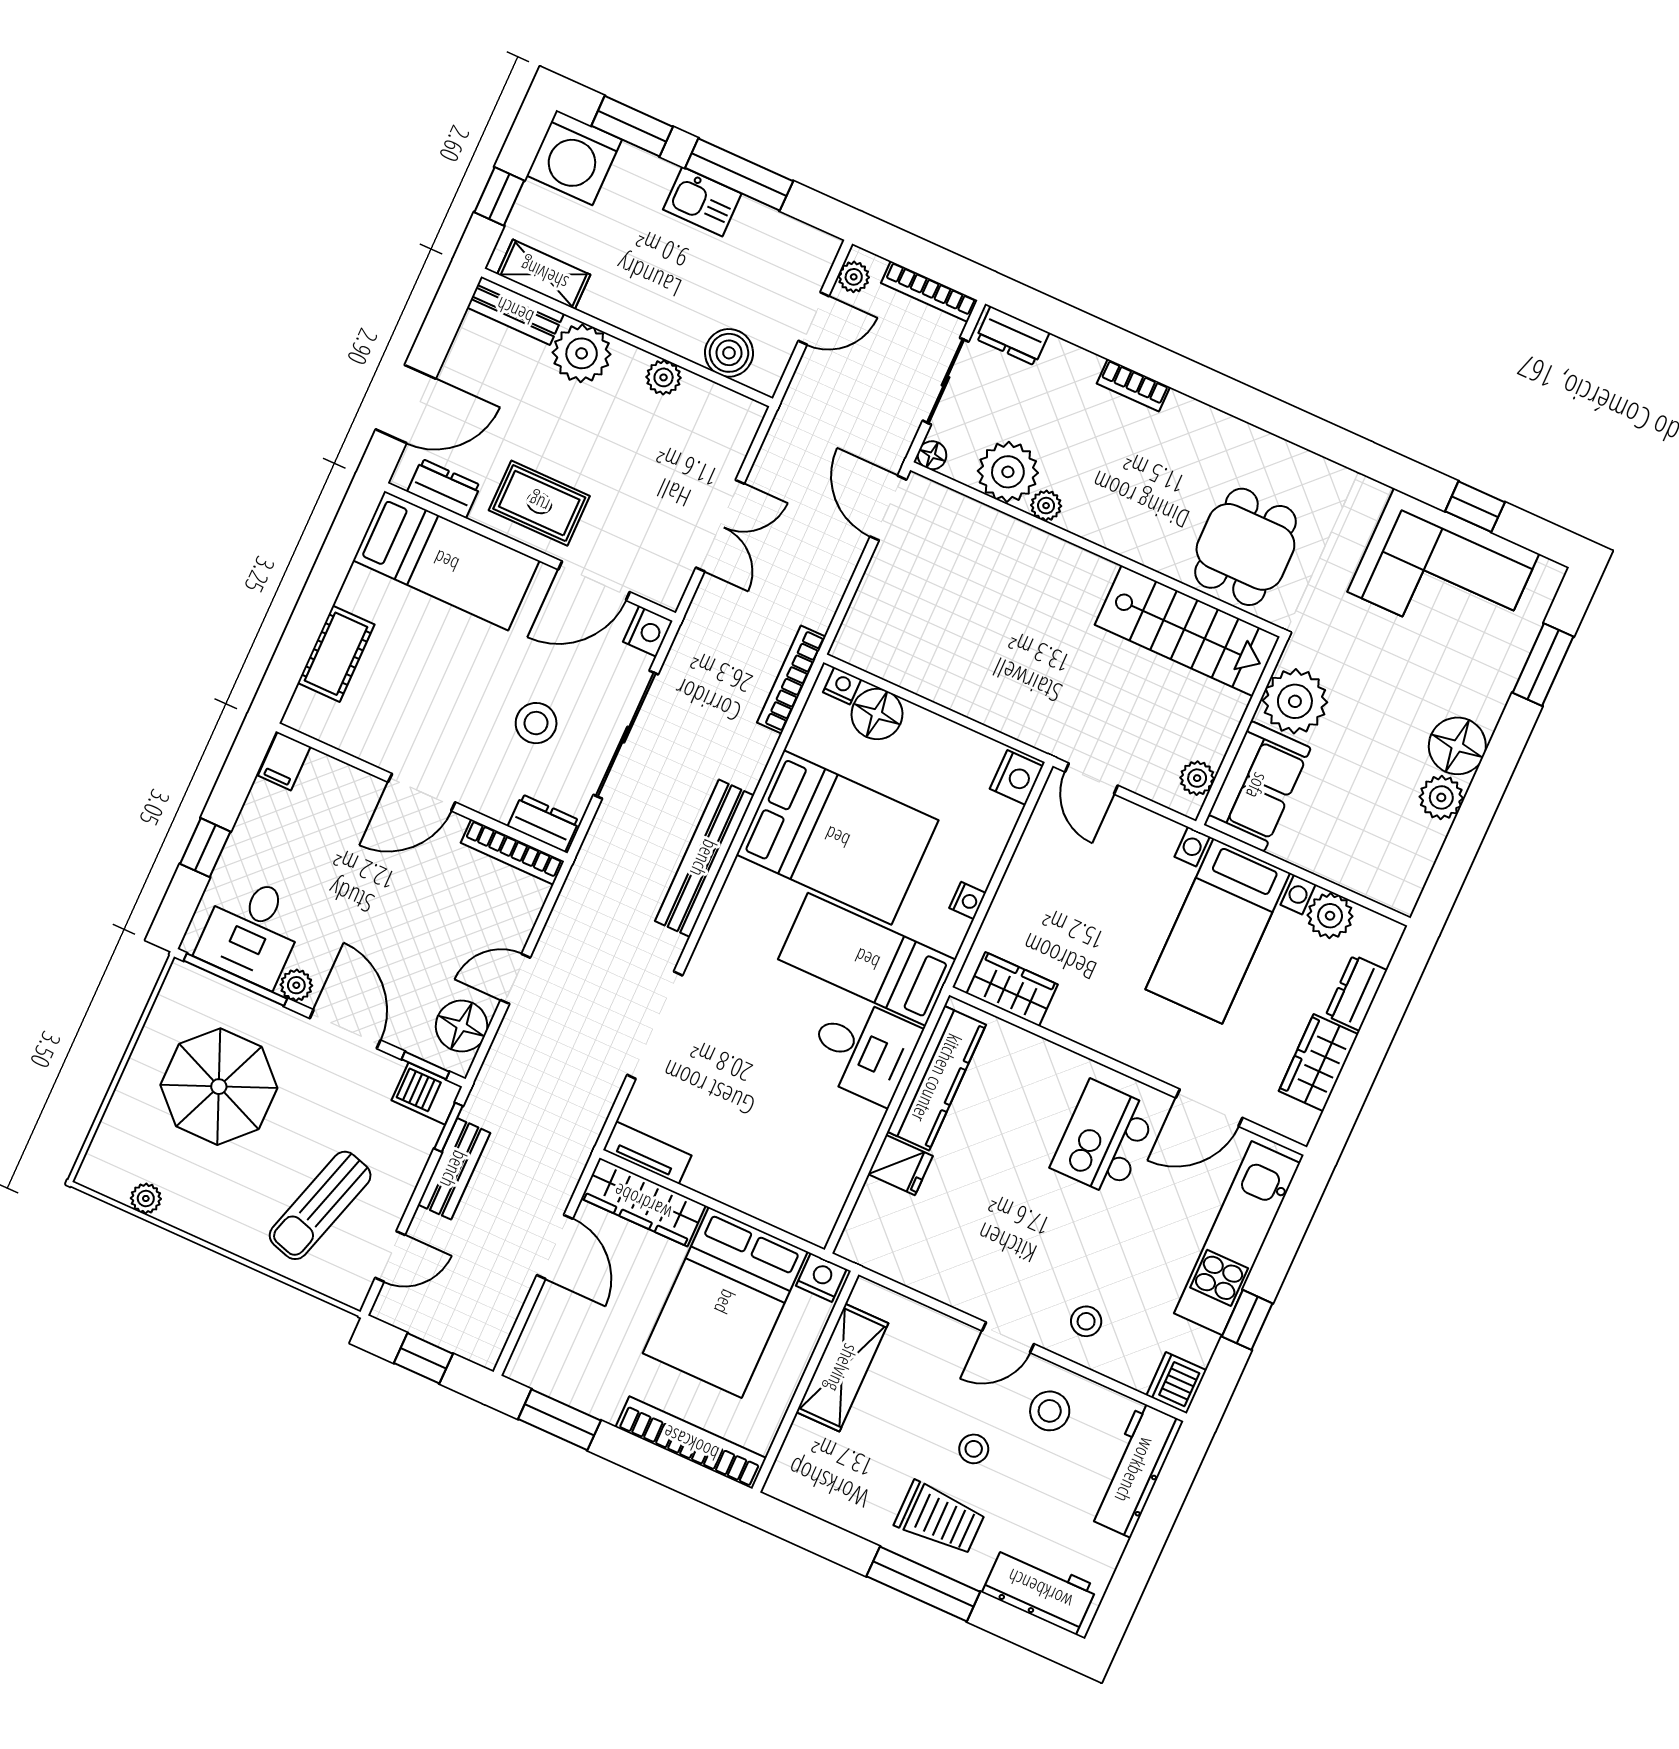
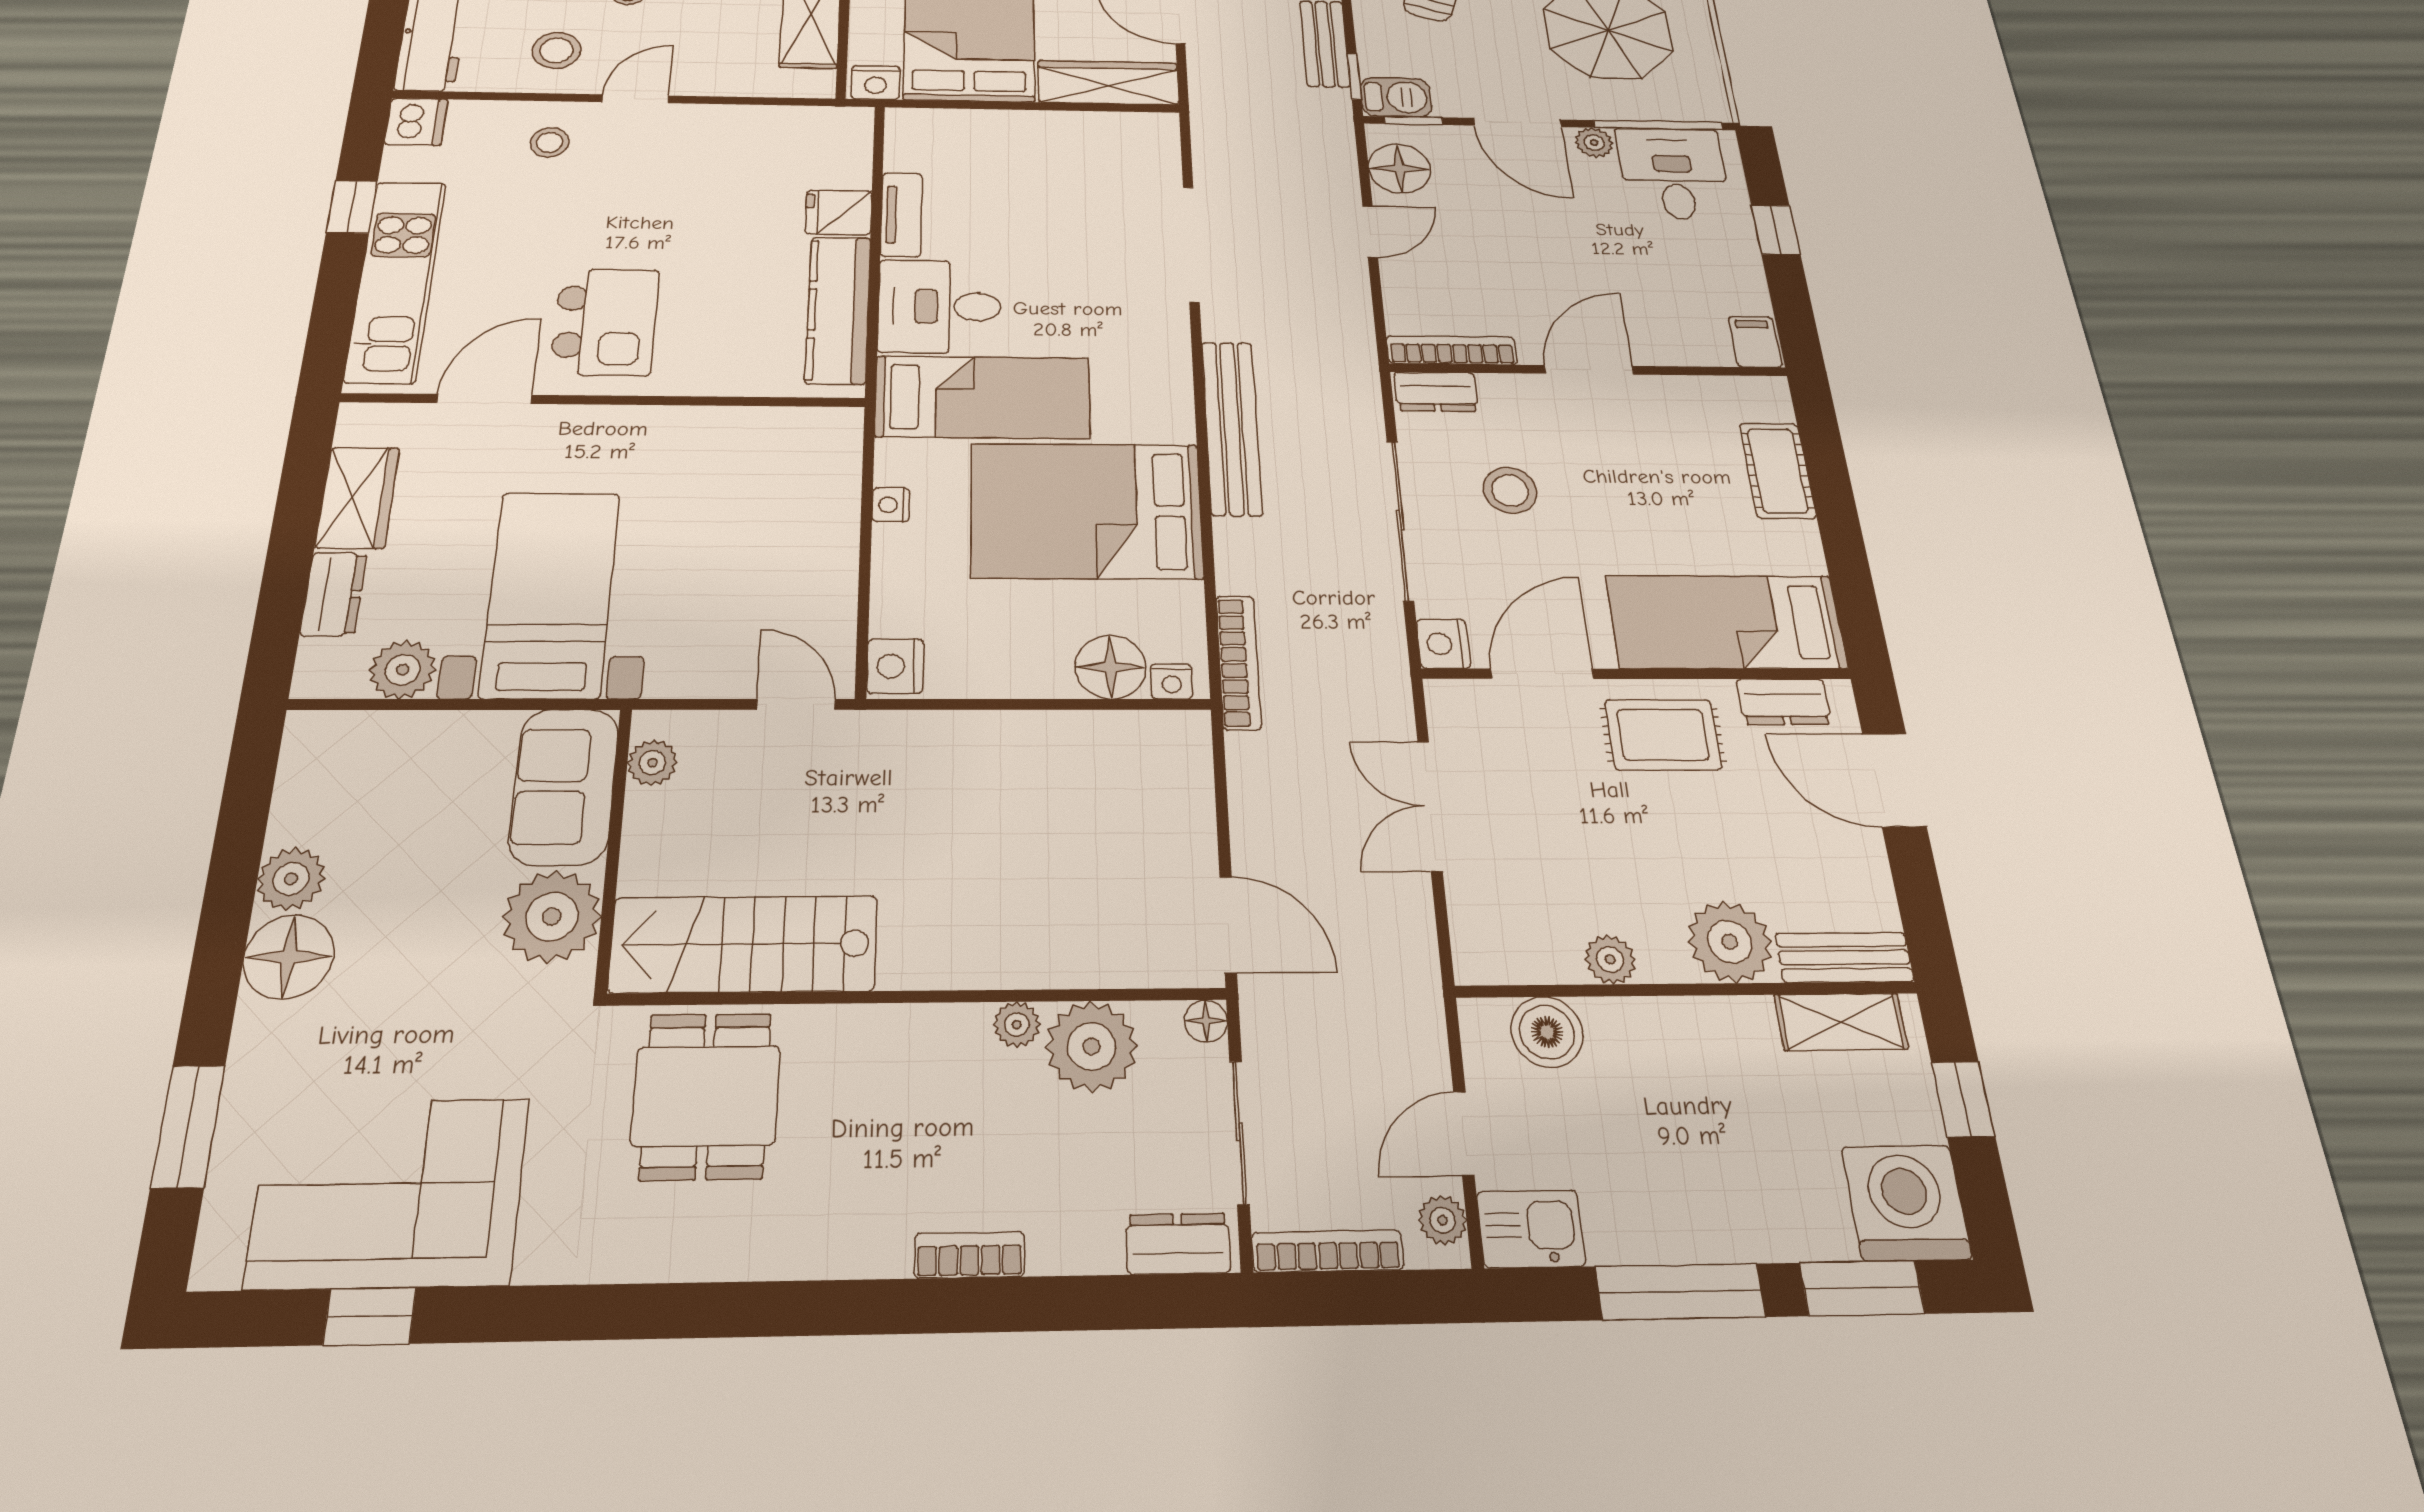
kitchen sink: (702, 202) -> (1531, 1229), moved
door: (406, 404) -> (1894, 780), hinge flipped
wardrobe: (1012, 989) -> (790, 432), removed
tv unit: (647, 1153) -> (901, 215), moved, turned -90

